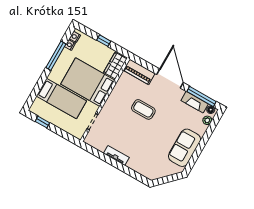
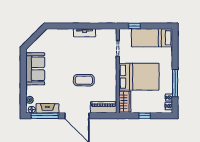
bed: (61, 99) -> (152, 38), moved
window: (42, 122) -> (134, 26), moved

